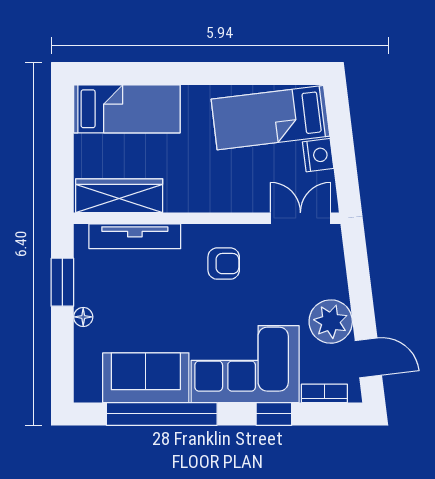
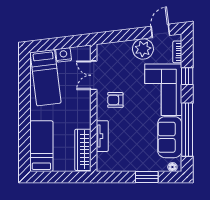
double door: (300, 218) -> (94, 75), moved
tv unit: (135, 236) -> (102, 136), width x0.71
armchair: (224, 264) -> (115, 100), turned -90
window: (62, 282) -> (147, 177), moved
floor lamp: (83, 317) -> (172, 167), moved

